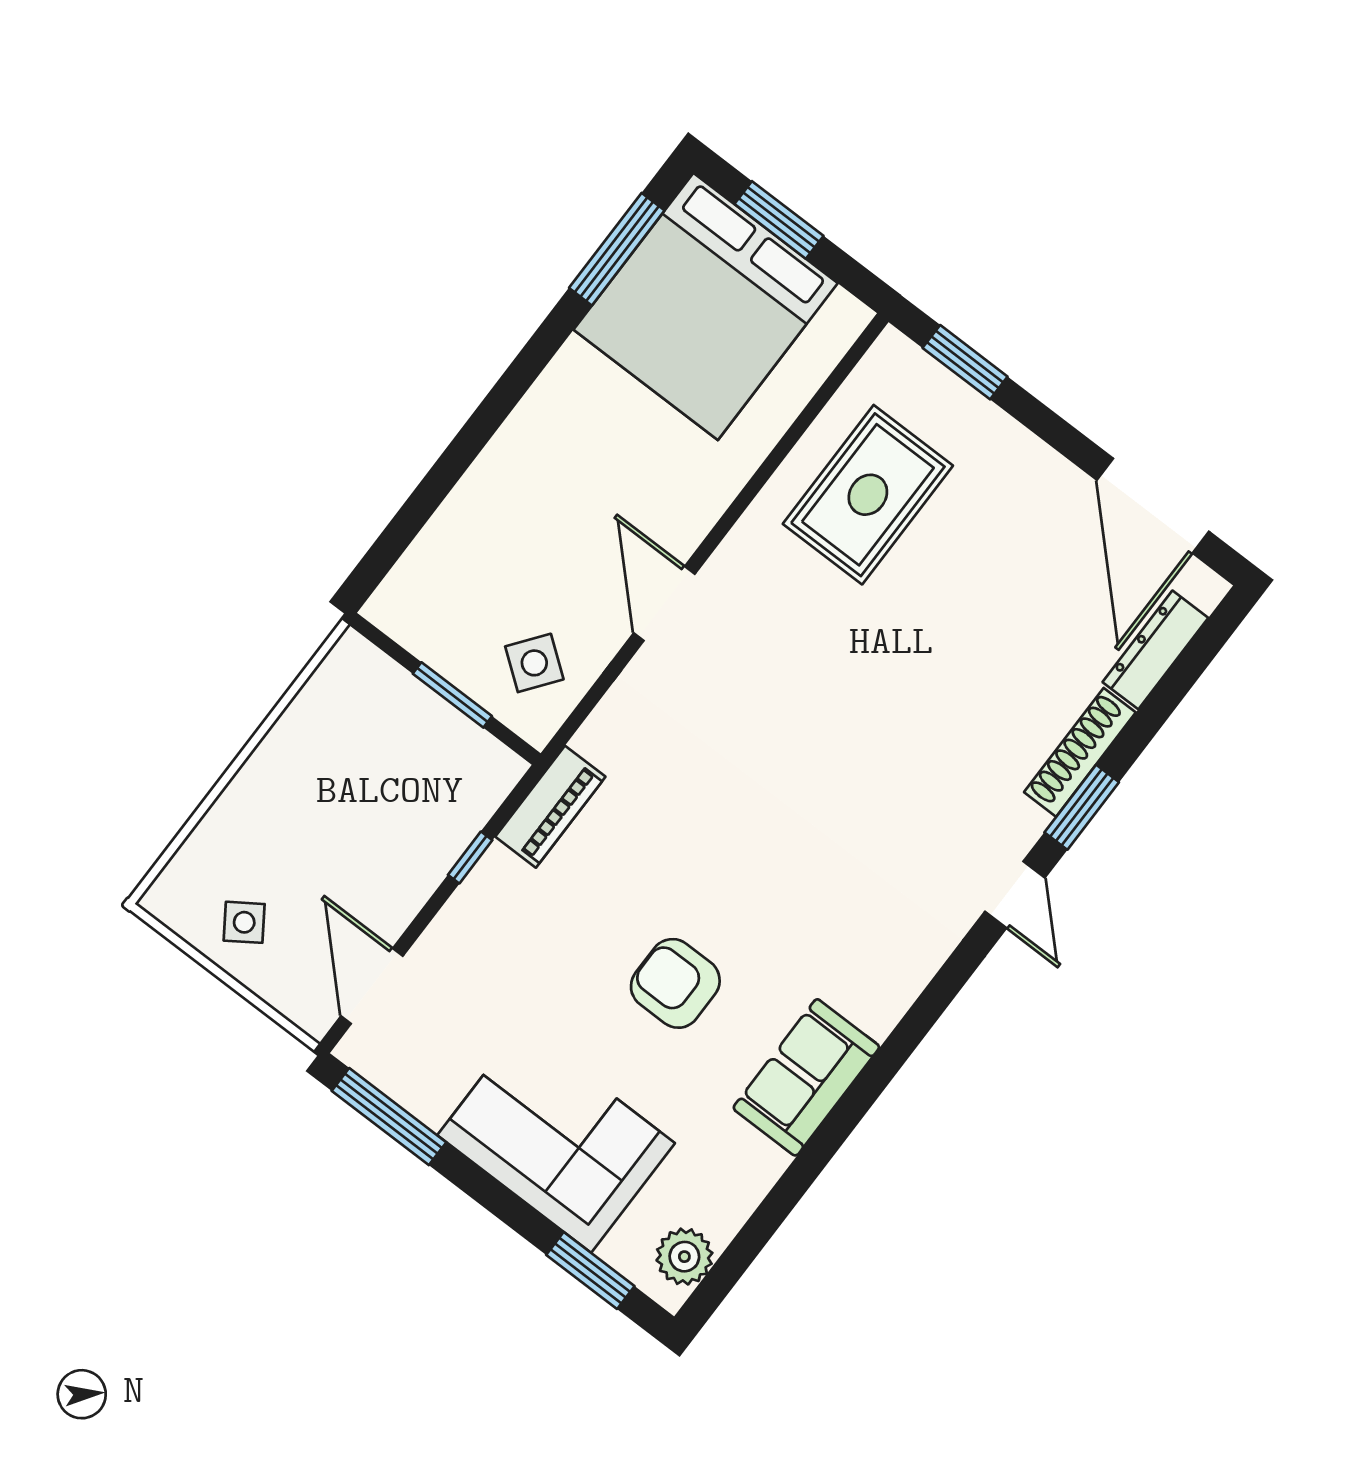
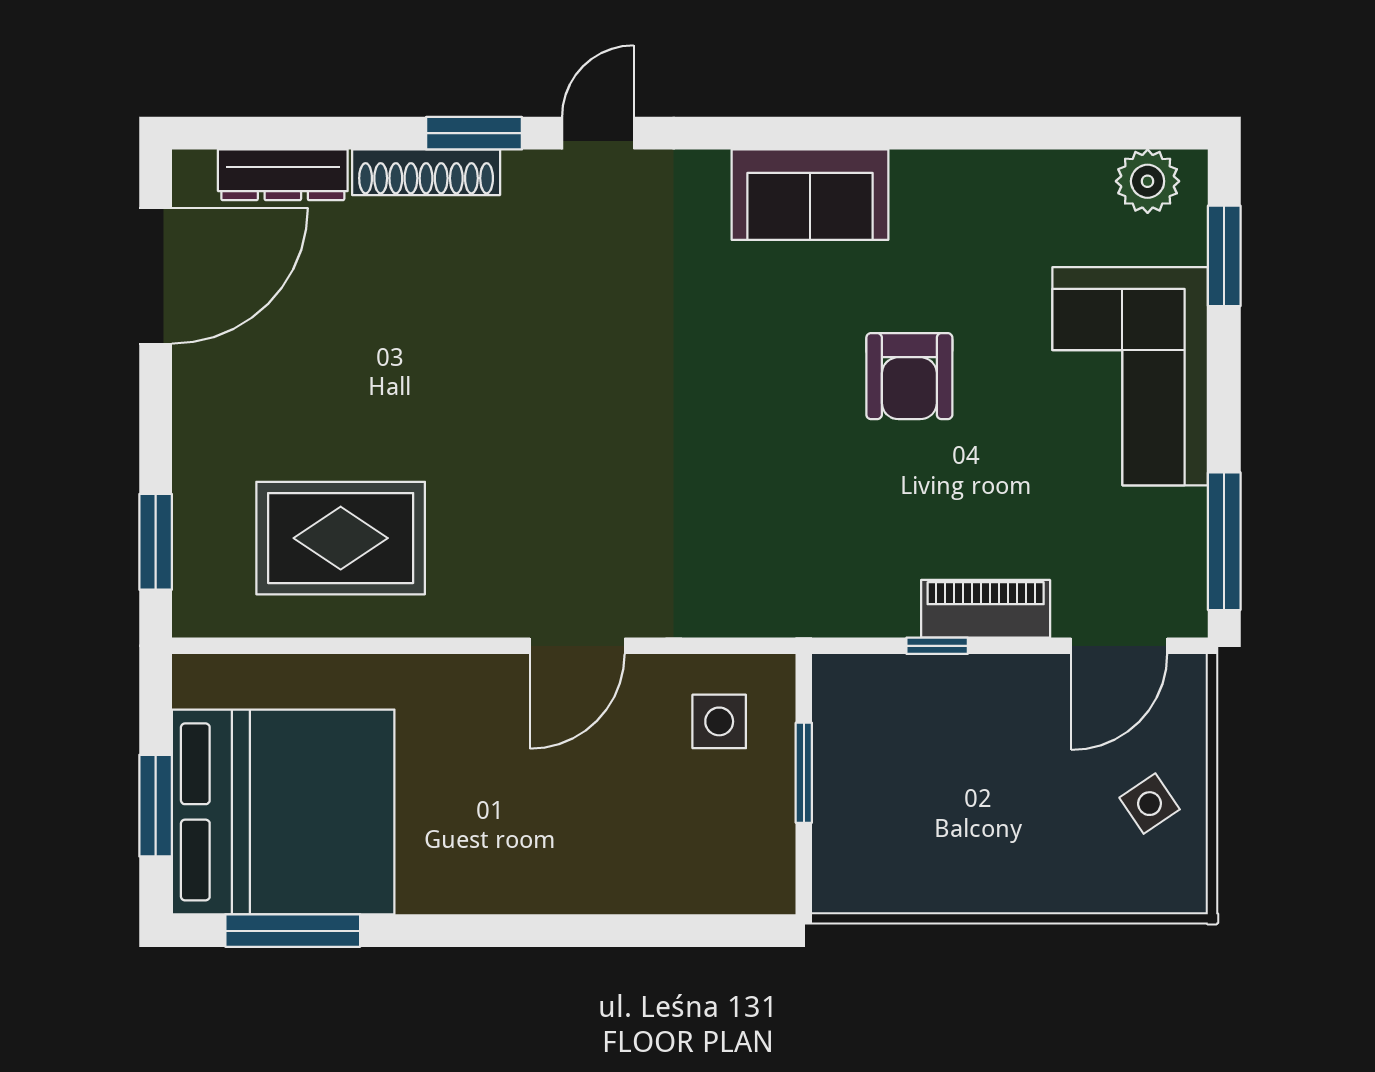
side table: (534, 663) -> (719, 721), turned -37
piano: (550, 807) -> (986, 609), moved
sofa: (806, 1077) -> (810, 195), moved

